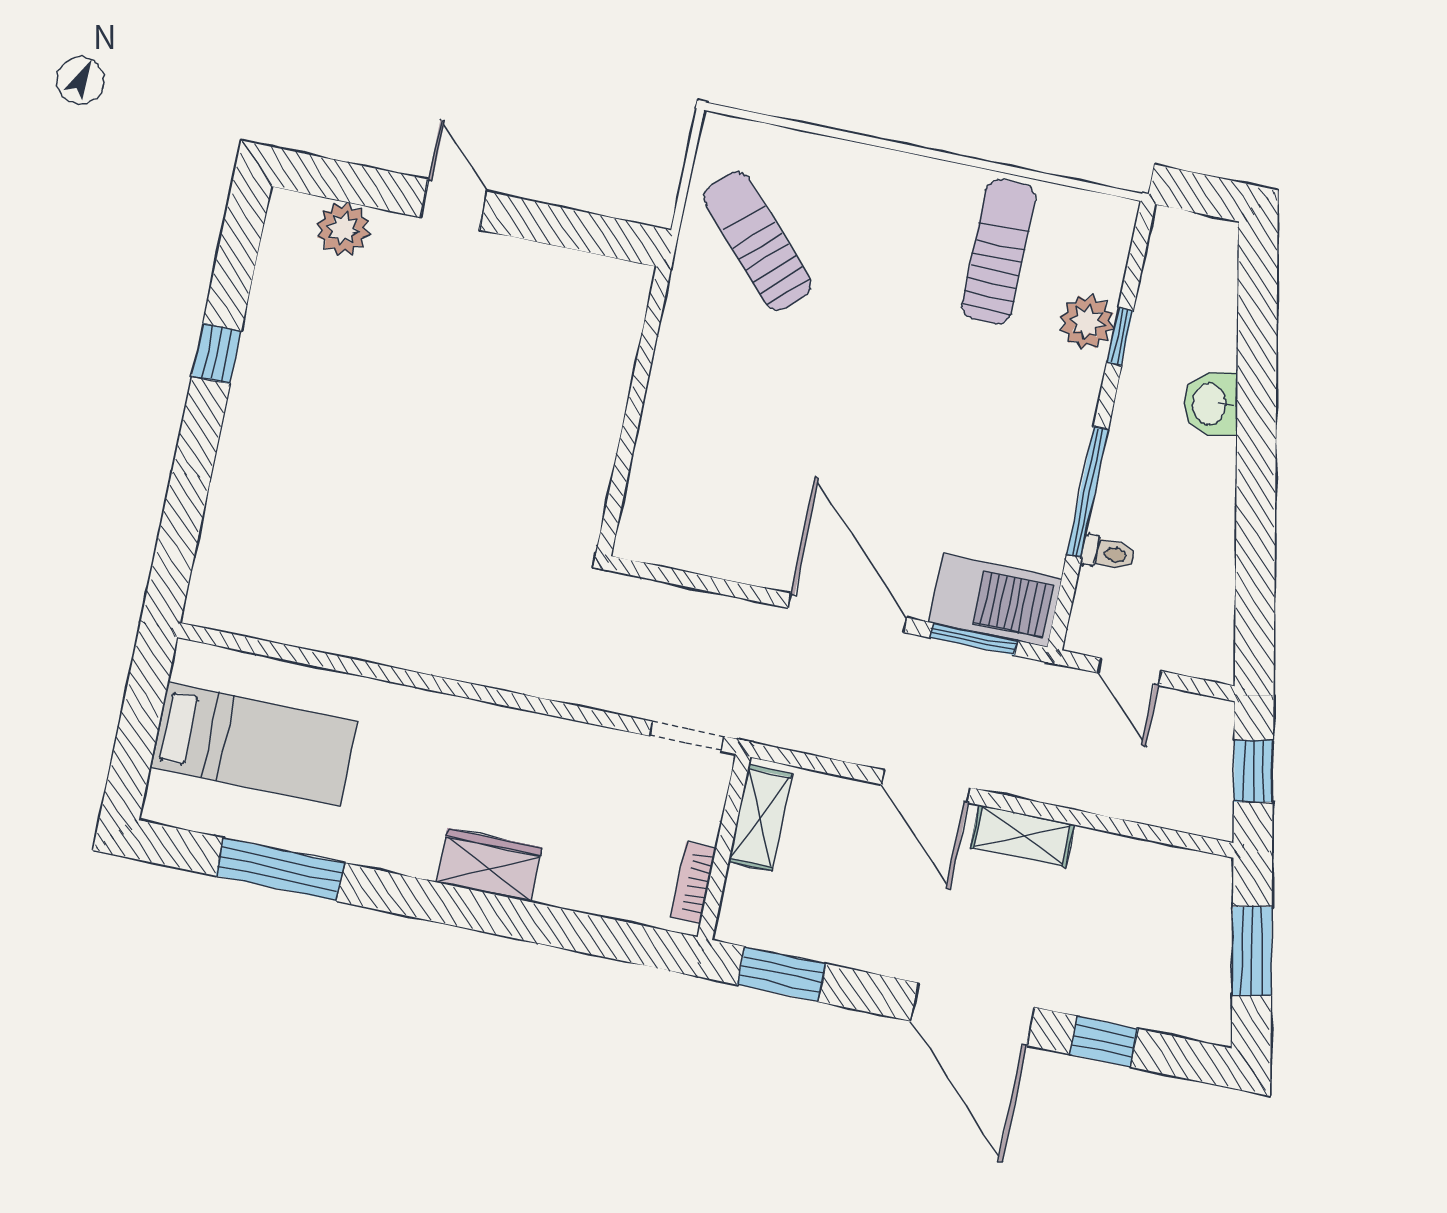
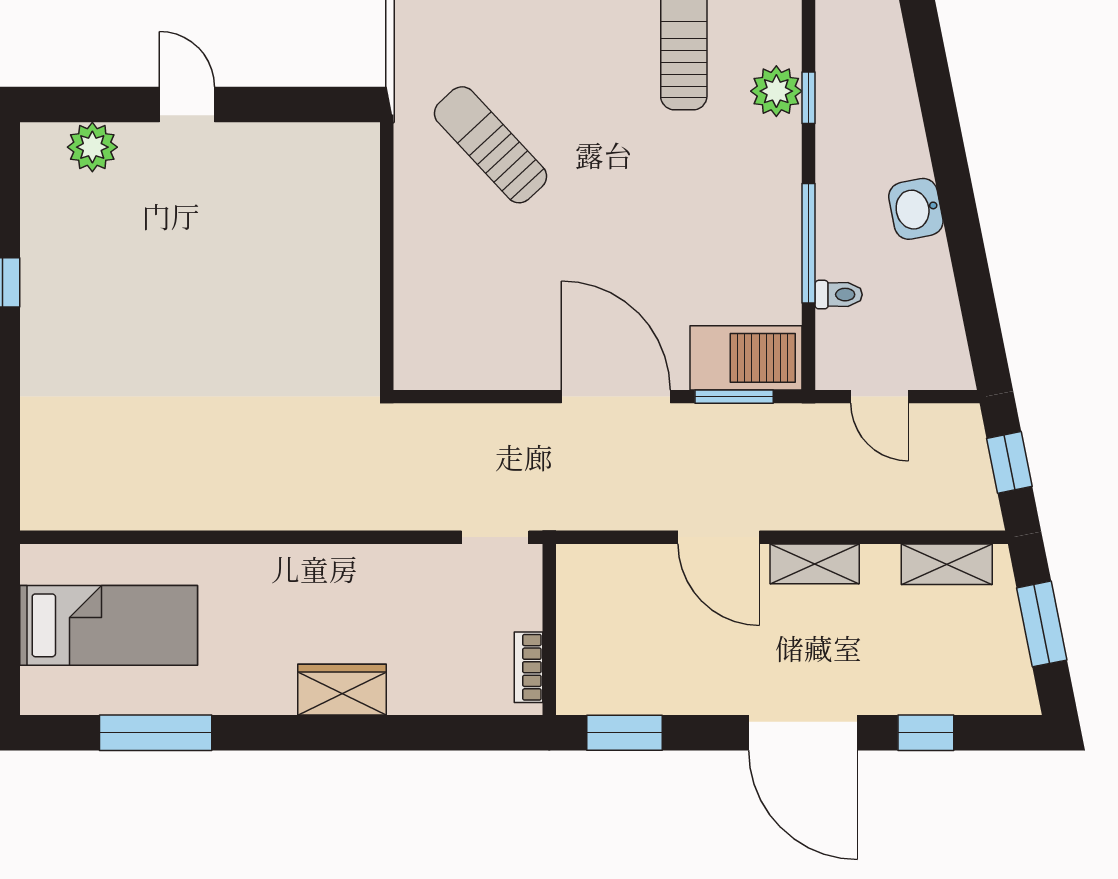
sun lounger: (757, 241) -> (490, 145), moved
washbasin: (1211, 404) -> (916, 209), moved
shelving: (760, 818) -> (947, 564), moved, turned 90

